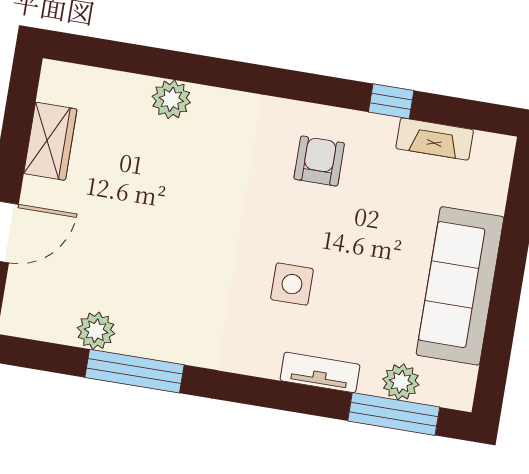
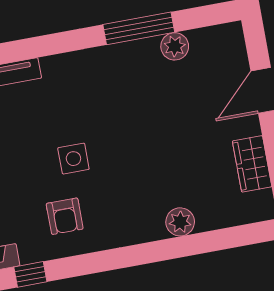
side table: (292, 284) -> (73, 159), moved

